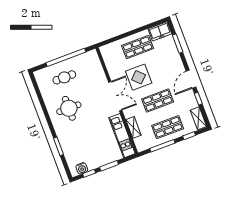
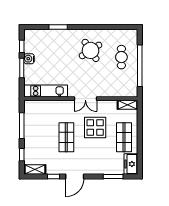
door: (191, 79) -> (75, 176), swing flipped
double door: (115, 96) -> (85, 99), width x0.73
round table: (69, 108) -> (91, 50), turned -33
shelving: (133, 127) -> (128, 105), moved
shop shelf: (168, 127) -> (37, 137), removed
water cooler: (82, 168) -> (29, 59), moved

